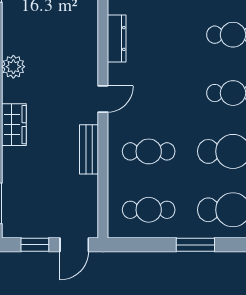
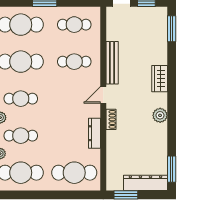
shoe rack: (91, 60) -> (111, 119), added
bench: (89, 149) -> (112, 63), width x1.36

